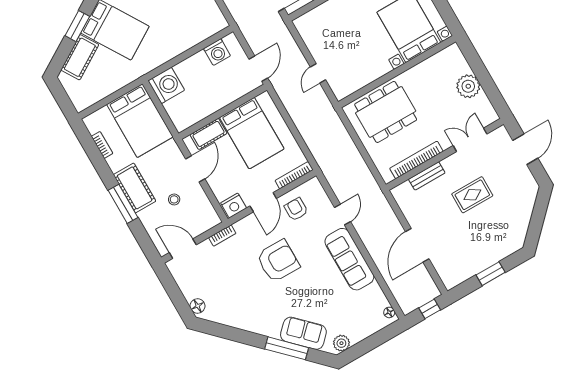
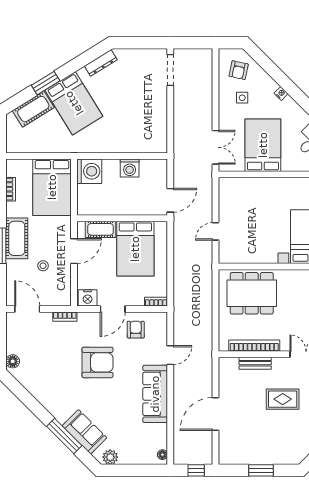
washing machine: (217, 52) -> (130, 168), moved
bookcase: (294, 175) -> (156, 302), width x0.64

